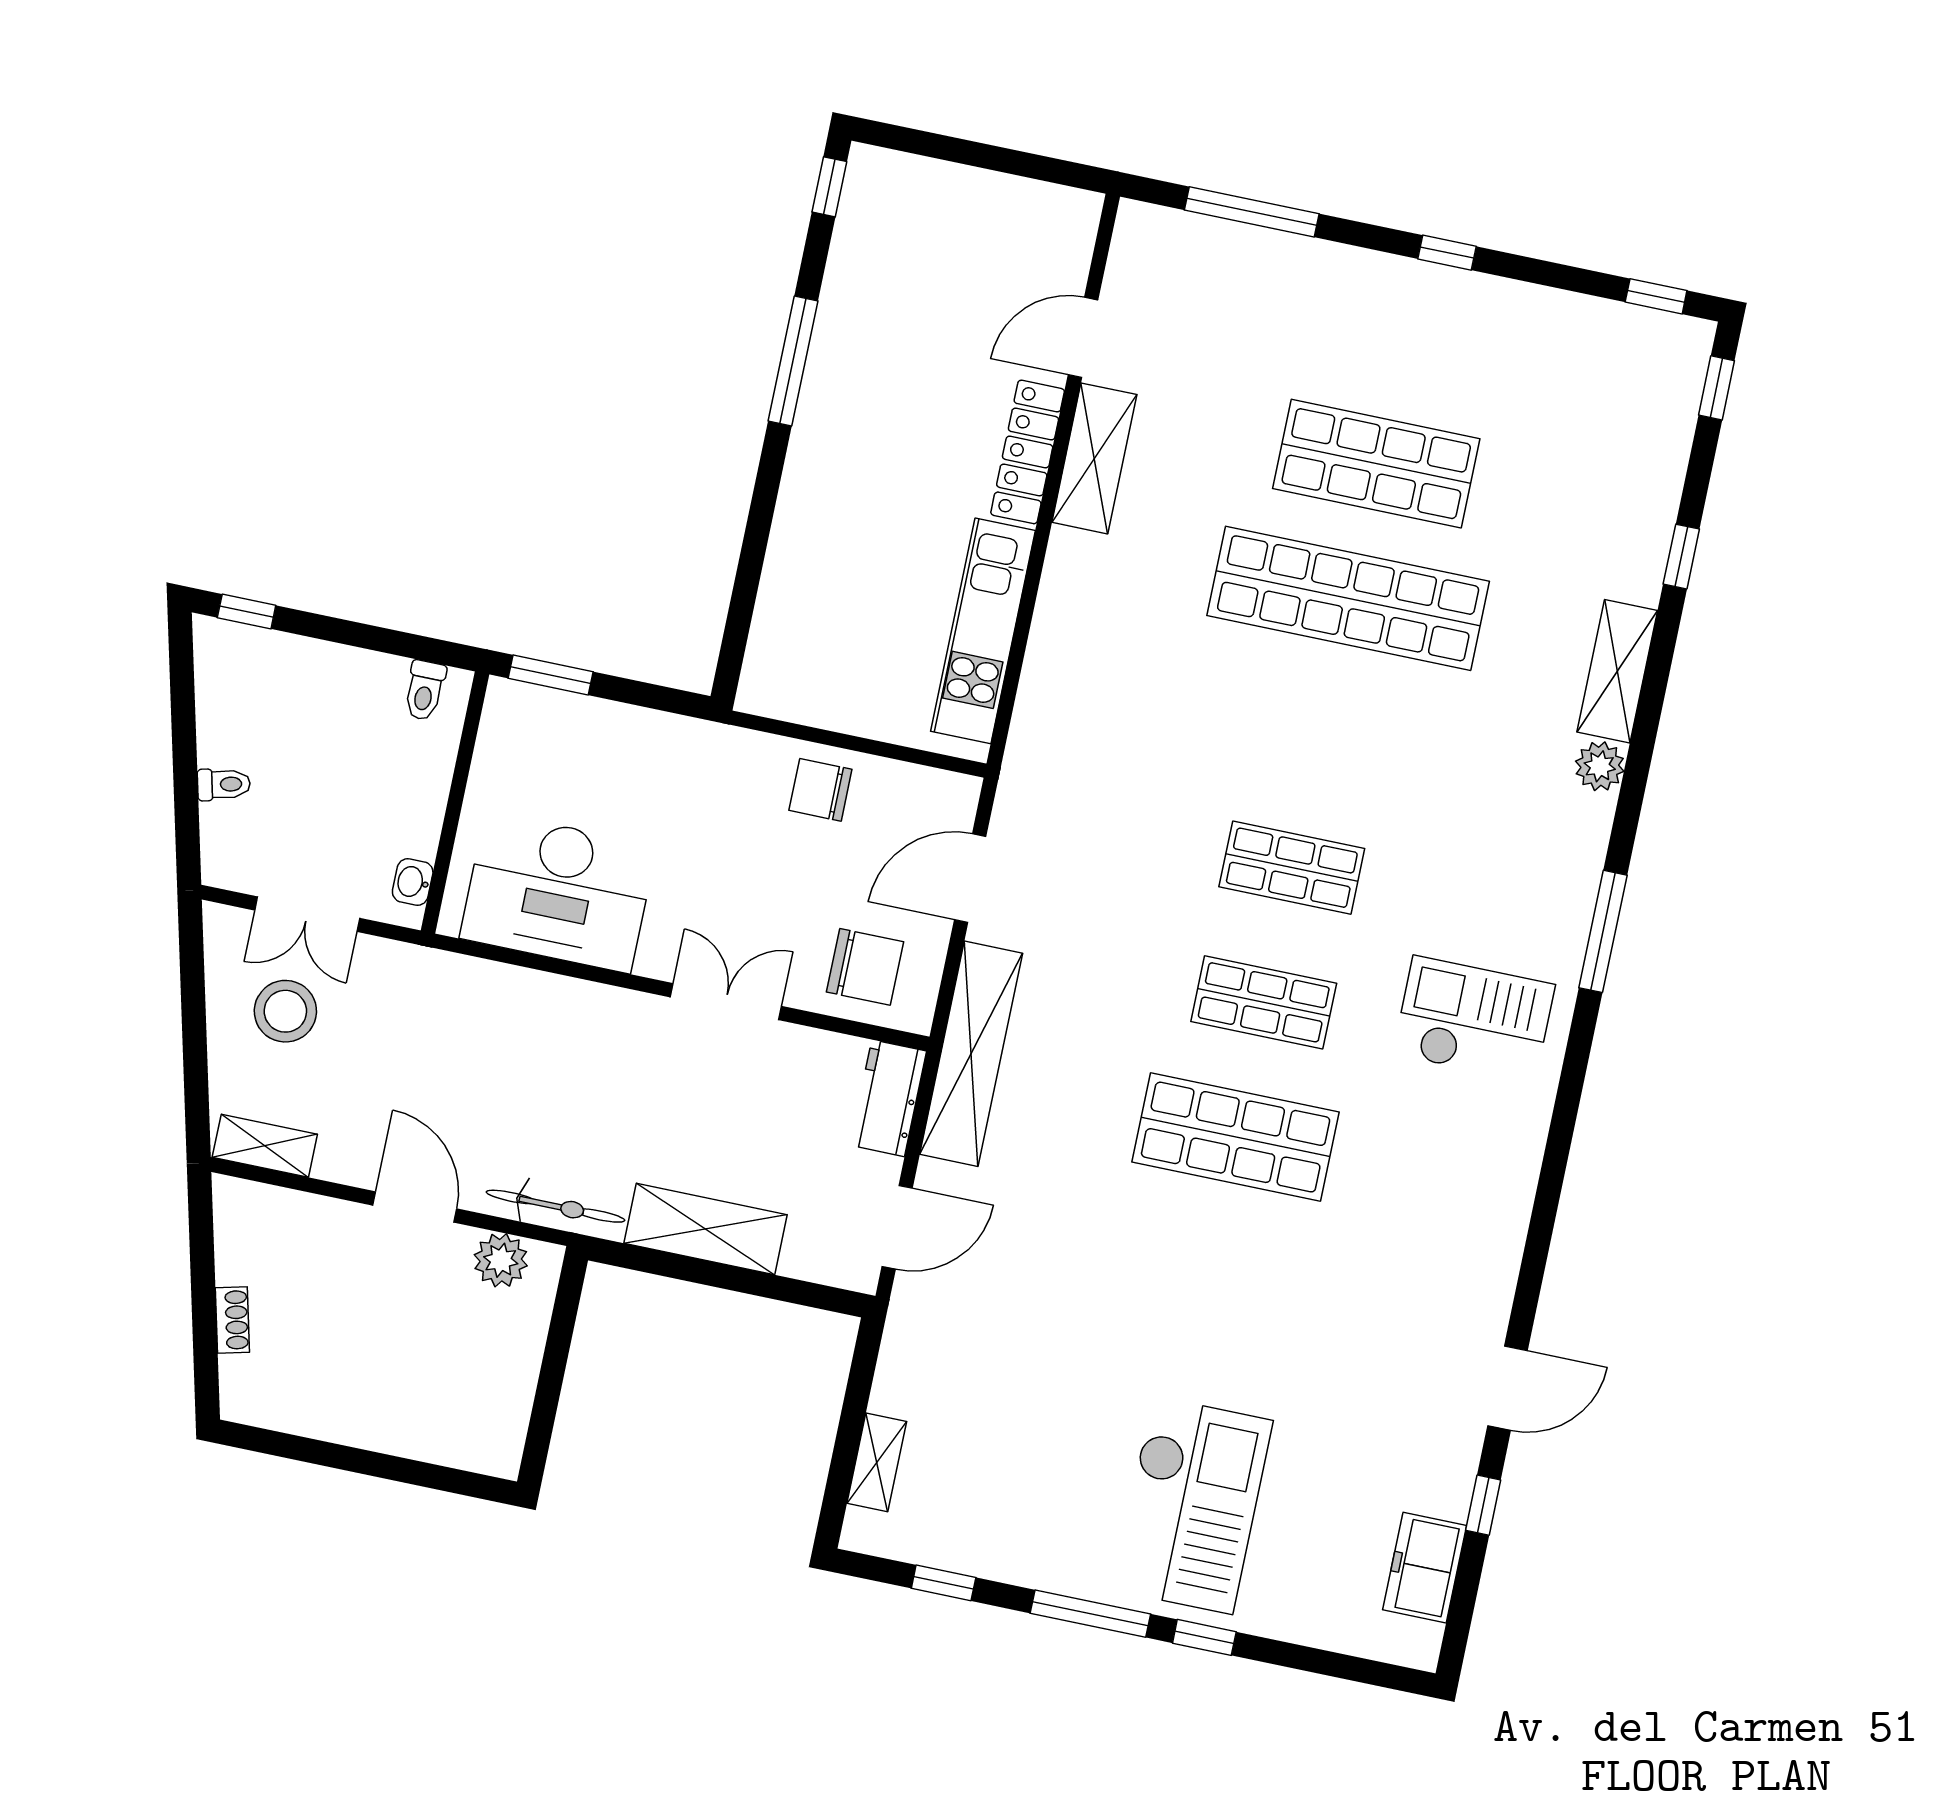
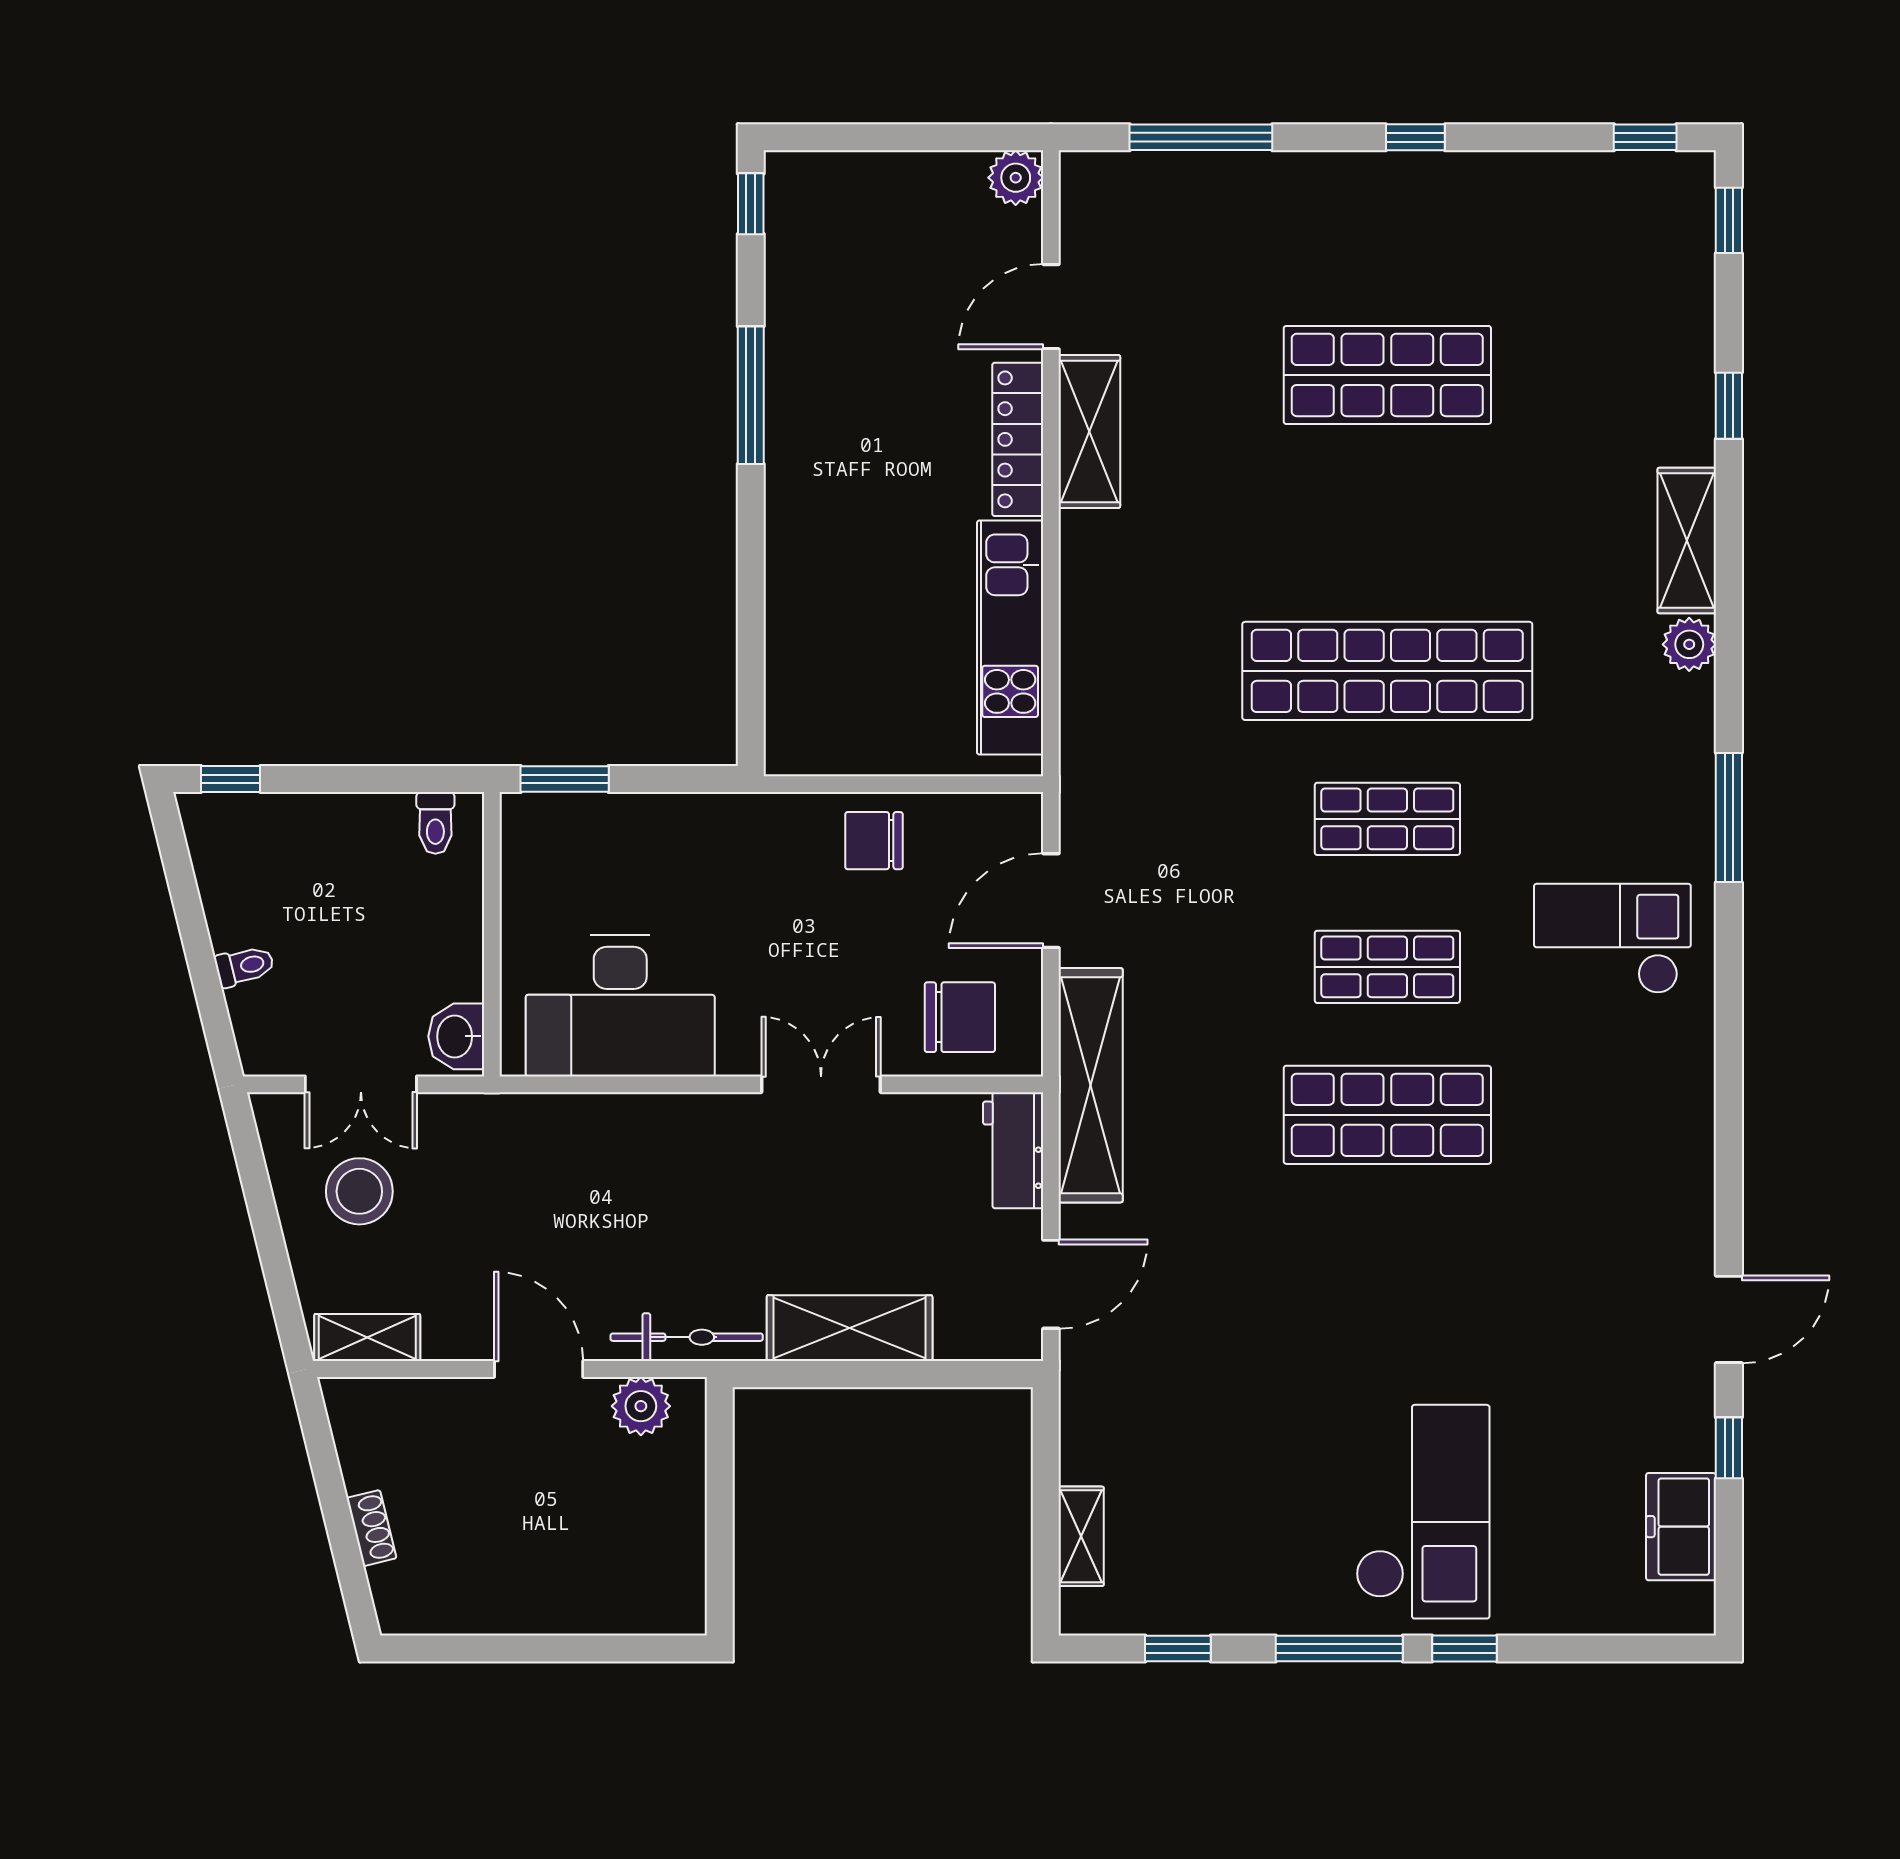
plant: (1075, 213) -> (1016, 178), added
shop shelf: (1348, 598) -> (1387, 671), moved
washbasin: (413, 882) -> (456, 1036), width x1.38, depth x1.45

